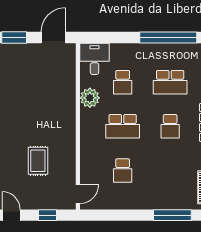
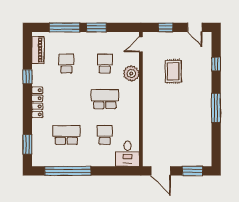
door: (53, 38) -> (161, 171), hinge flipped
plant: (90, 98) -> (131, 73), moved
school desk: (170, 126) -> (66, 63), moved
window: (133, 215) -> (96, 27), added

